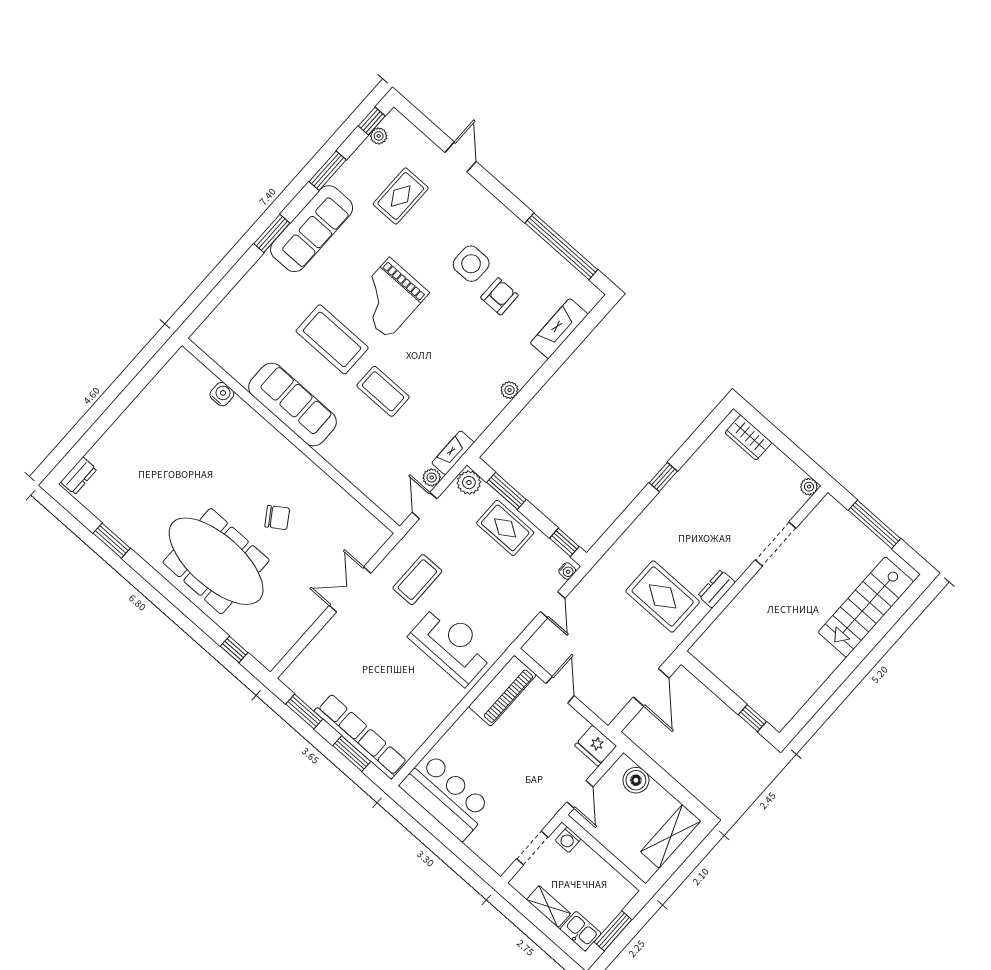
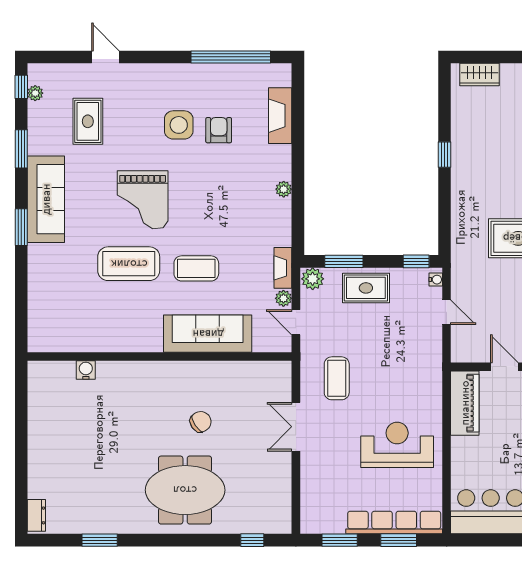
sofa: (293, 405) -> (208, 334), moved
meeting table: (216, 561) -> (185, 490), width x0.73
reception desk: (452, 644) -> (397, 445), moved

